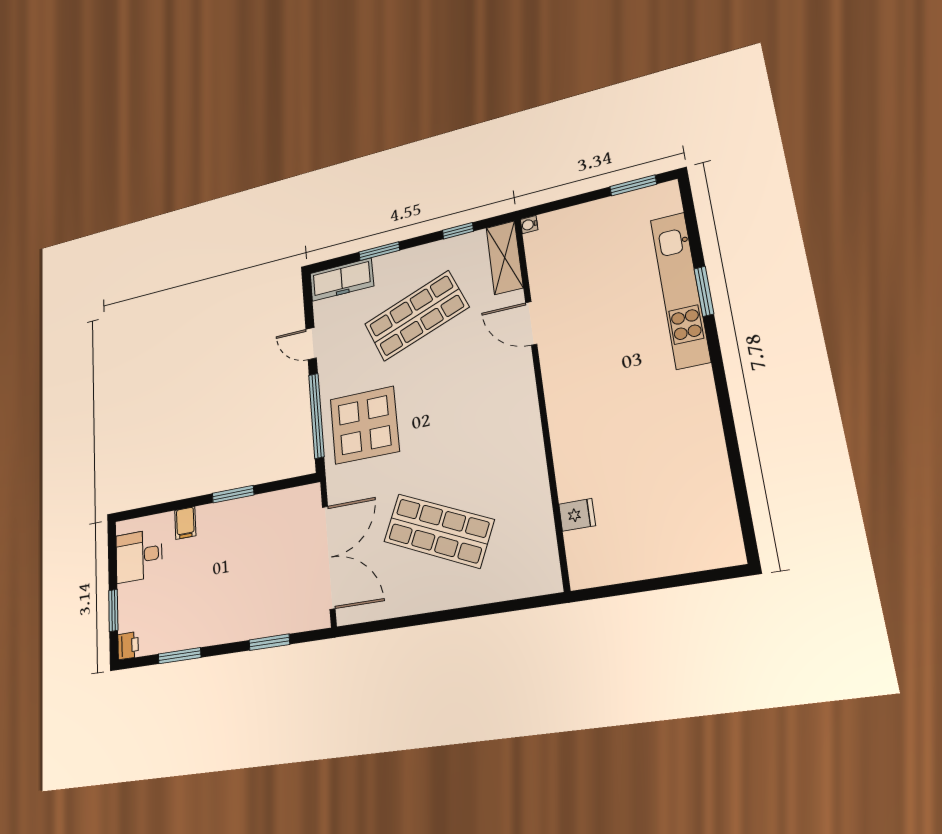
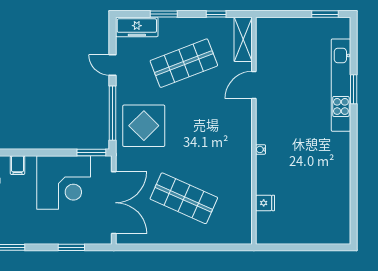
water cooler: (529, 225) -> (261, 149), moved
door: (531, 323) -> (254, 85), hinge flipped
window: (233, 494) -> (91, 153), moved
corner desk: (252, 538) -> (64, 182), added

